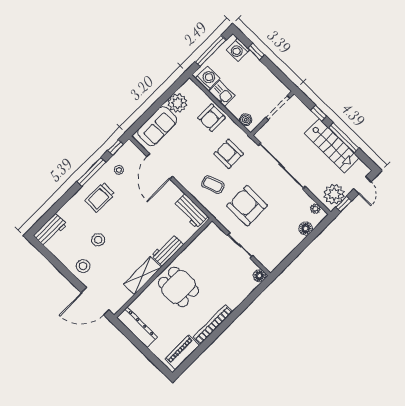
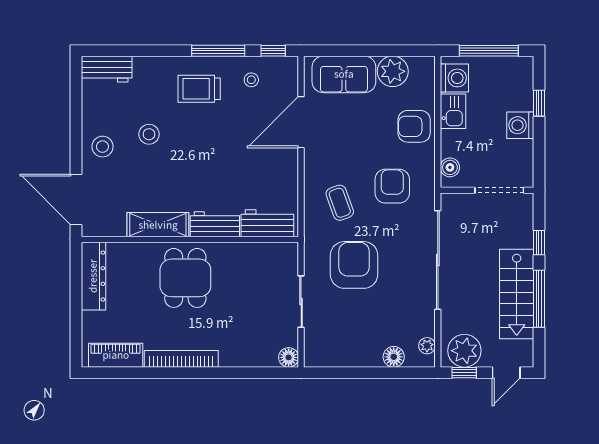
washing machine: (238, 50) -> (520, 125), moved
workbench: (191, 211) -> (267, 223), moved, turned 90

